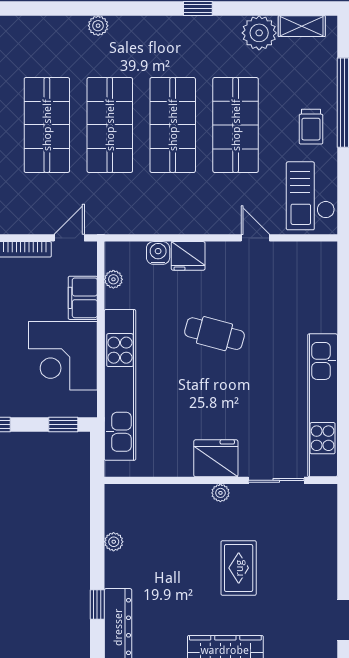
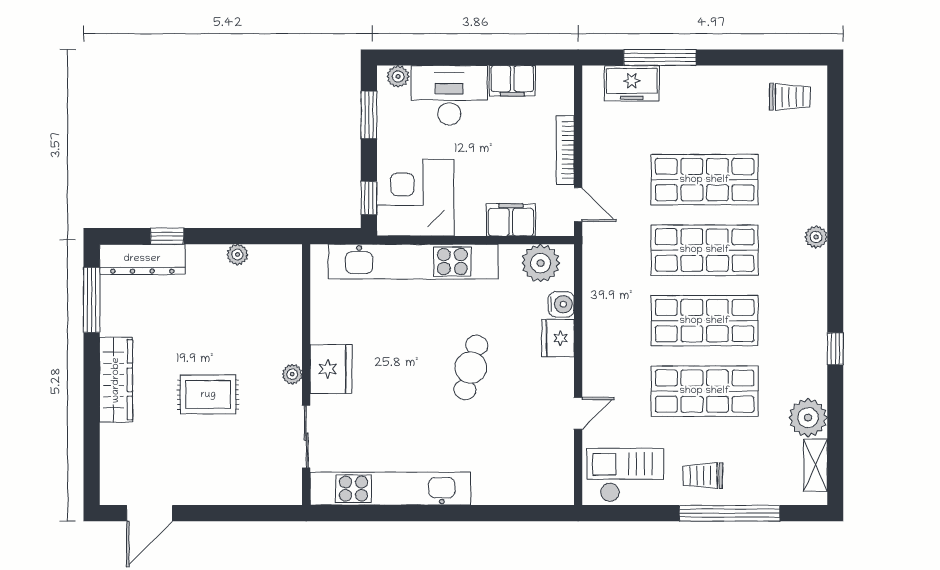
plant: (113, 279) -> (541, 263), width x1.88, depth x1.88
corner desk: (63, 356) -> (415, 198), moved

